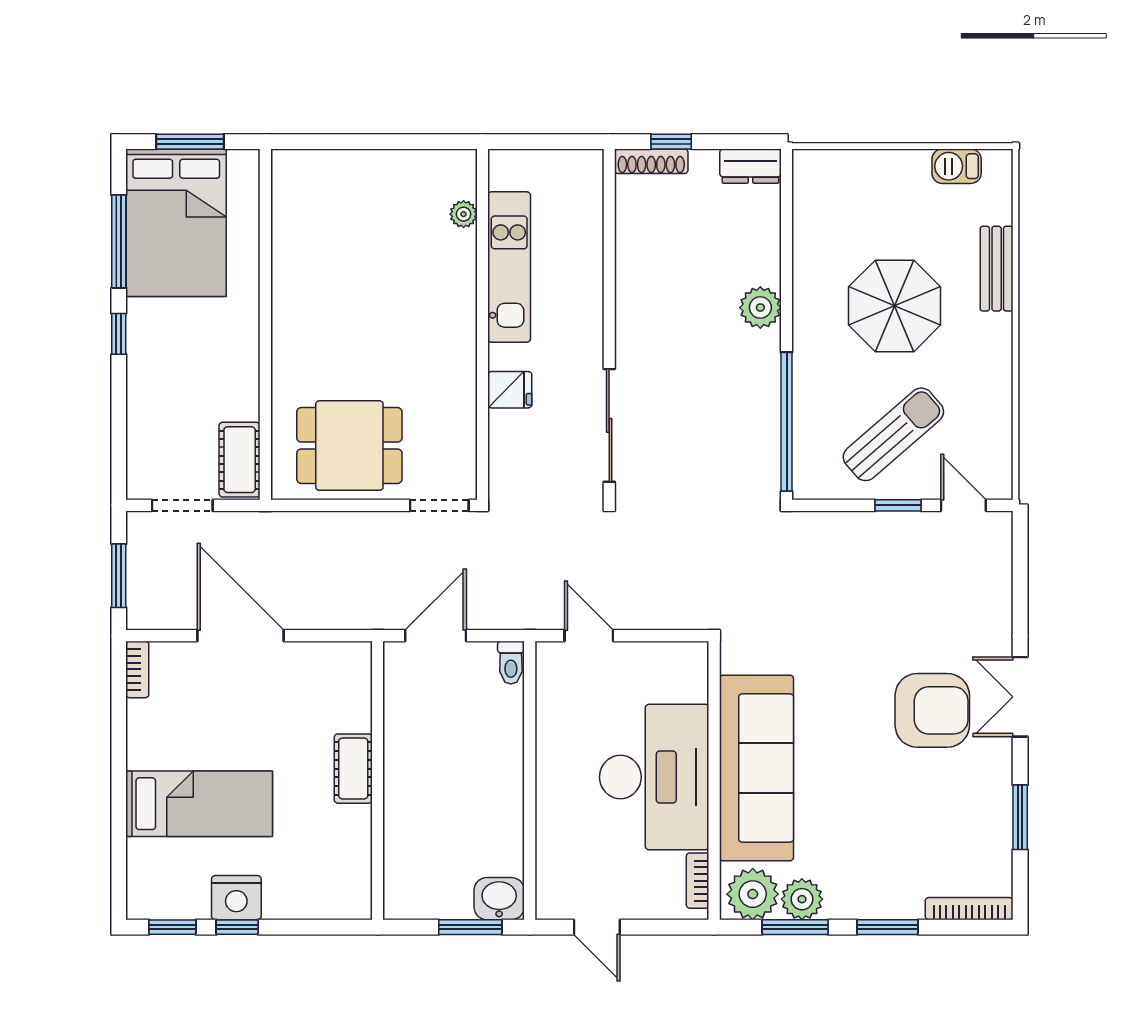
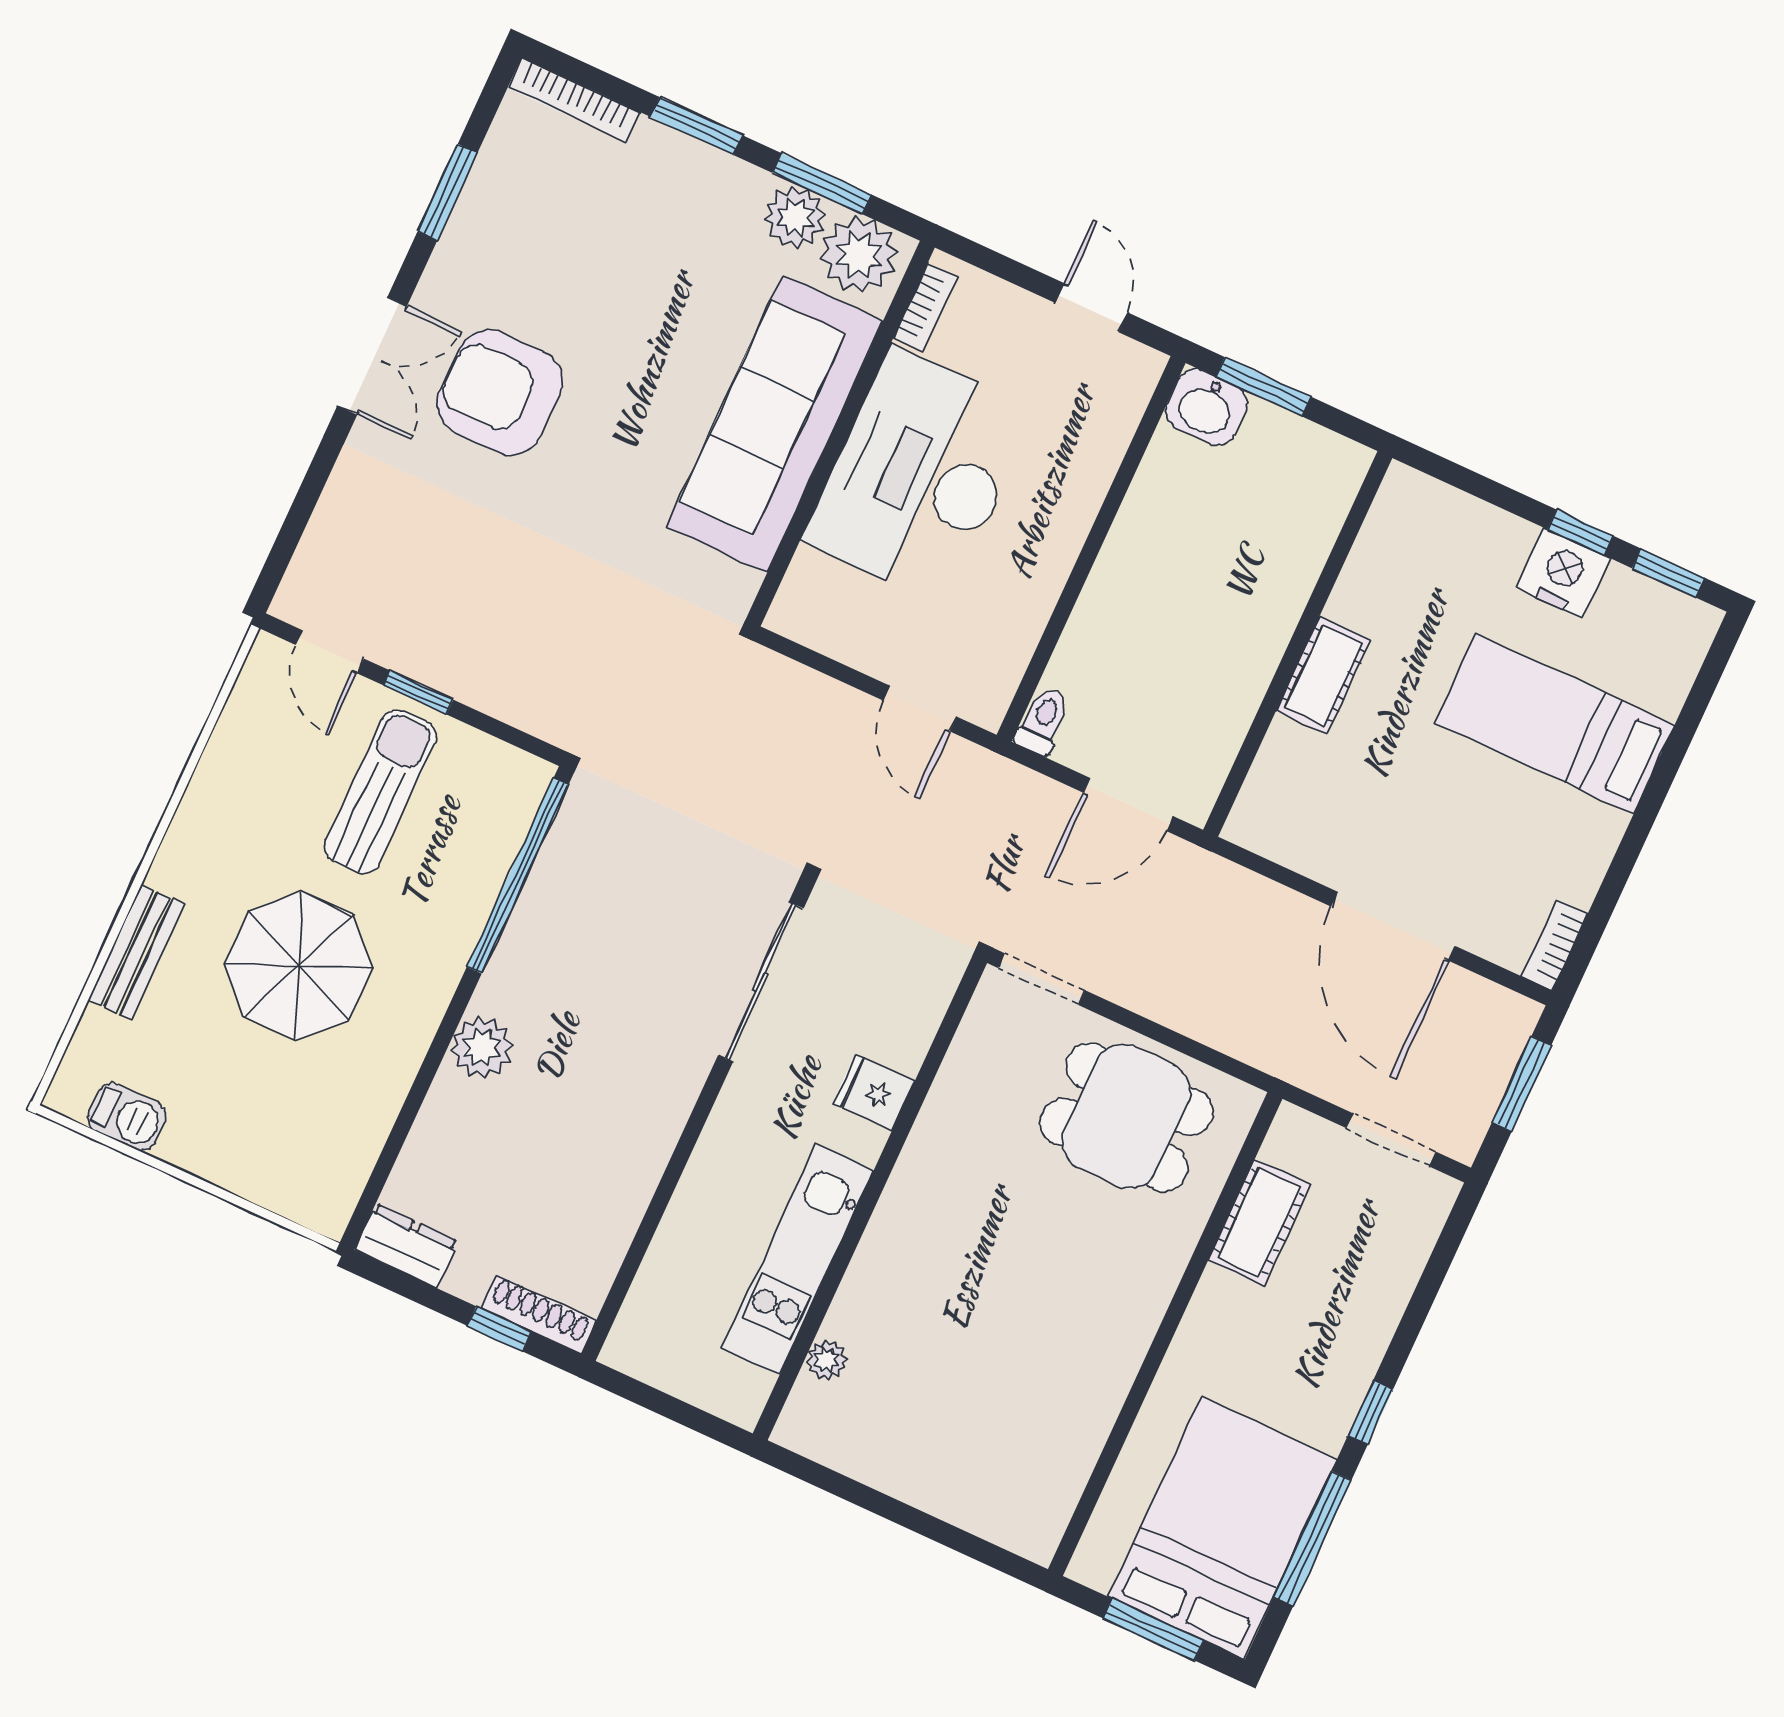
sun lounger: (893, 434) -> (380, 792), turned 131
cot: (240, 460) -> (1259, 1222), moved

